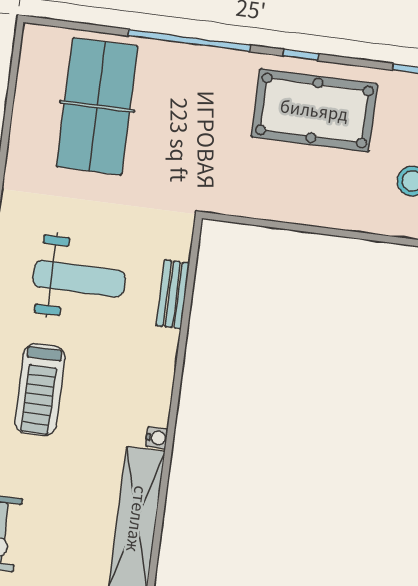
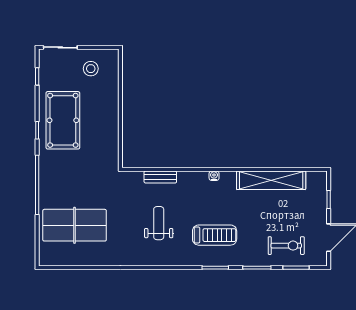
weight bench: (79, 279) -> (159, 223), width x0.73, depth x0.75
water cooler: (157, 438) -> (214, 176), moved

